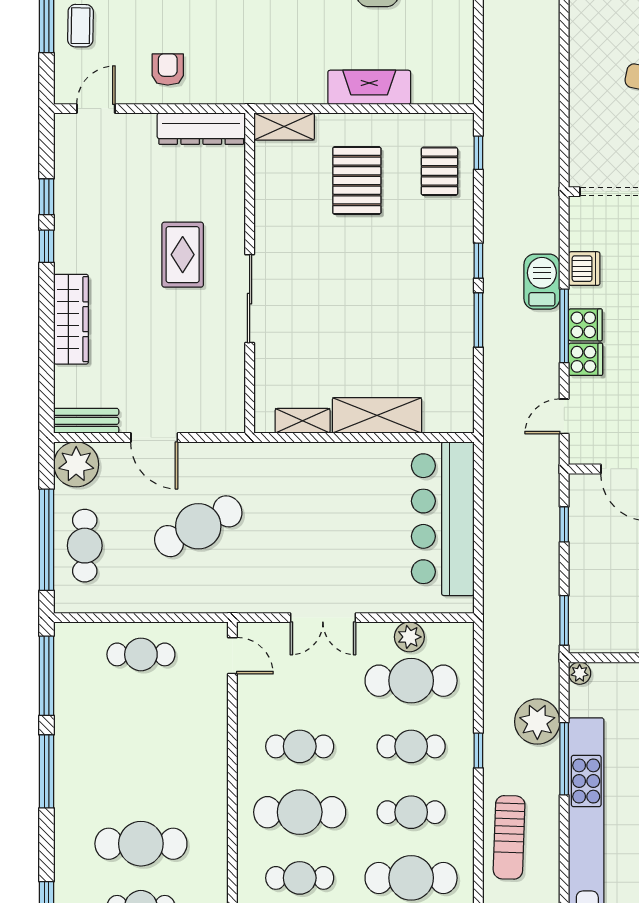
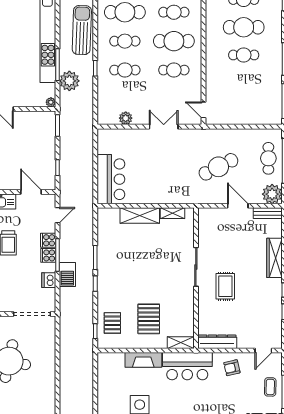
armchair: (168, 69) -> (232, 368), turned 77
bar counter: (269, 73) -> (187, 366), added
bar counter: (443, 519) -> (111, 179), width x0.73
cafe table: (141, 654) -> (244, 55), moved
cafe table: (411, 681) -> (125, 99), removed
sun lounger: (509, 837) -> (82, 30), width x1.36, depth x1.34

